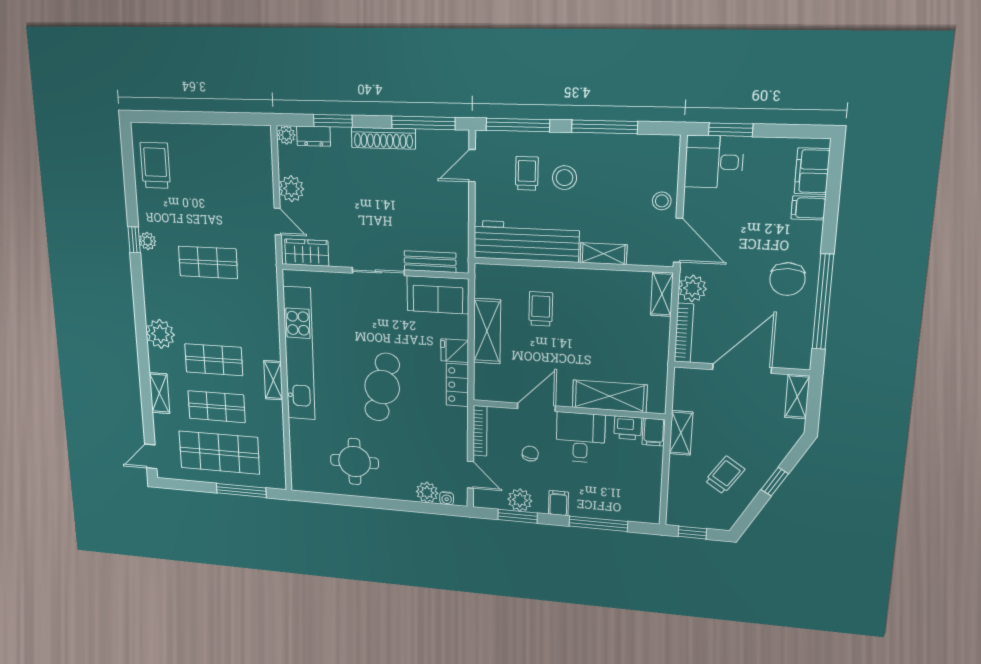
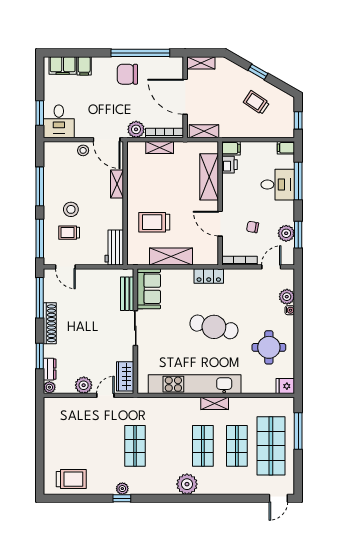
trolley: (155, 165) -> (71, 479), turned 180
door: (678, 240) -> (107, 140), swing flipped
workbench: (526, 241) -> (114, 248), width x0.53, depth x0.76
chair: (787, 279) -> (127, 74), turned 180
shelving: (662, 294) -> (160, 148), moved
trolley: (541, 309) -> (154, 222), width x1.36, depth x1.39
fridge: (455, 351) -> (285, 386), moved, turned 90
shelving: (159, 393) -> (230, 488), removed
shelving: (681, 433) -> (204, 131), moved
desk: (580, 437) -> (278, 185), moved, turned 180
door: (151, 456) -> (278, 498), hinge flipped
water cooler: (447, 498) -> (290, 310), moved
filing cabinet: (558, 503) -> (286, 148), moved

